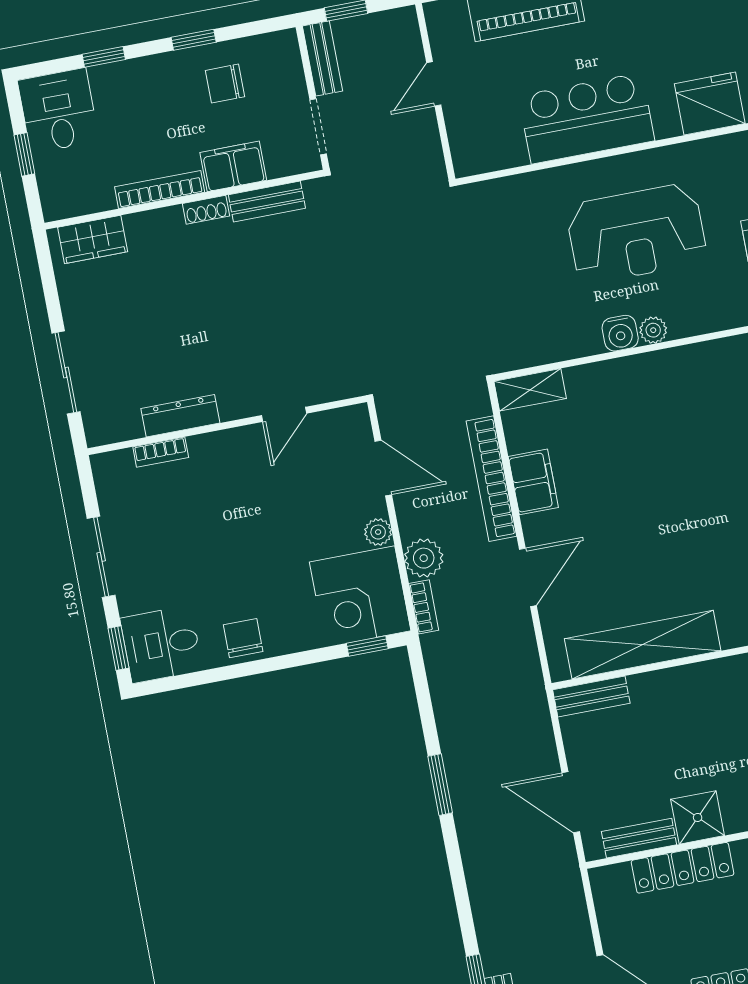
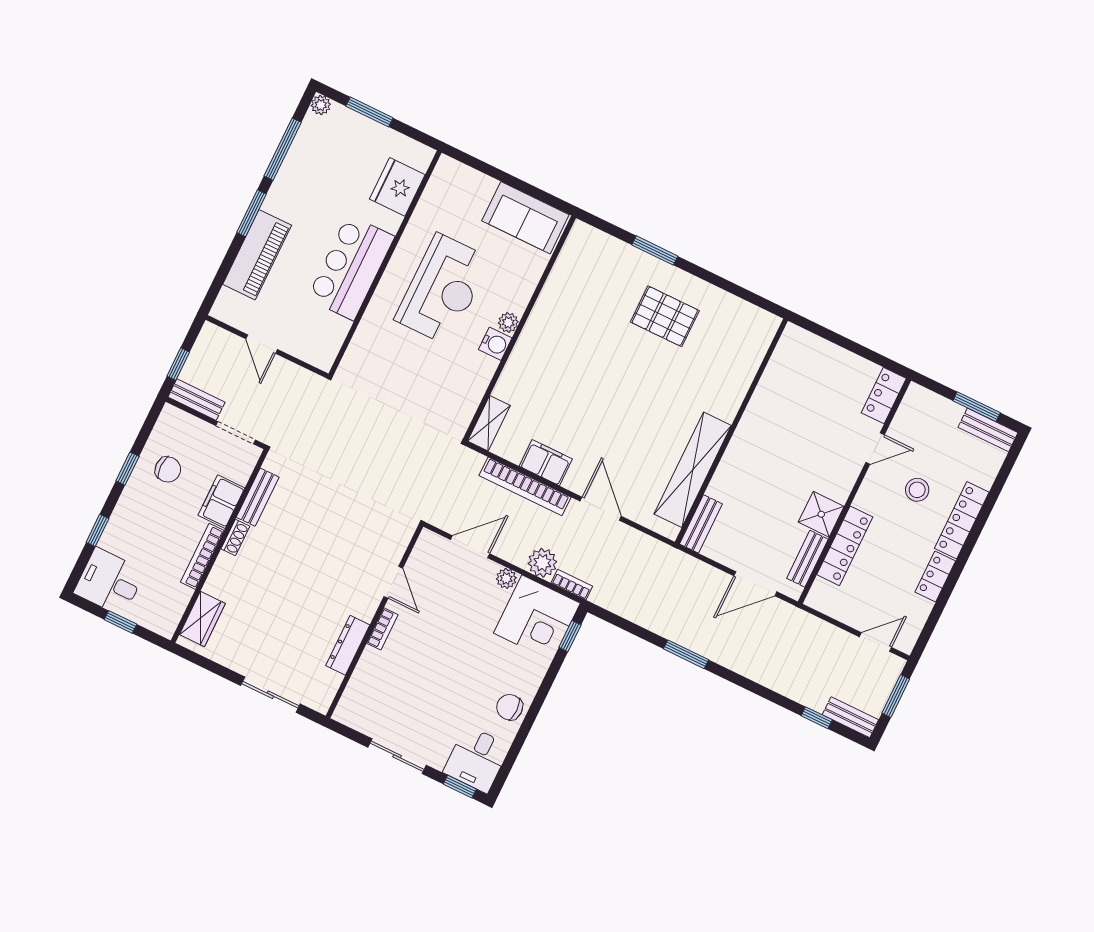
chair: (225, 84) -> (168, 469), turned -90
bookcase: (161, 452) -> (382, 629), moved

